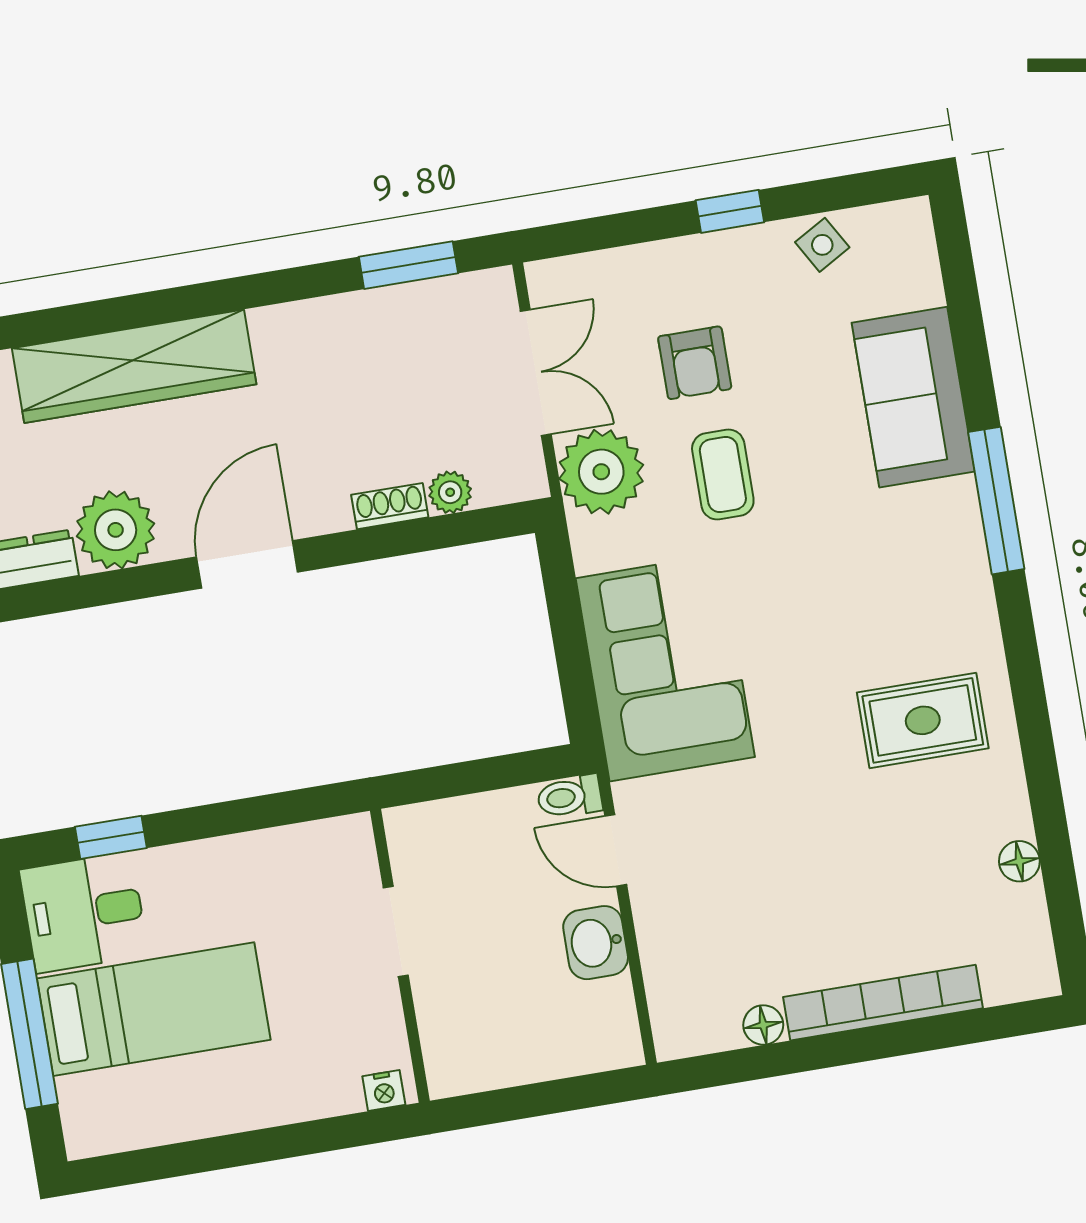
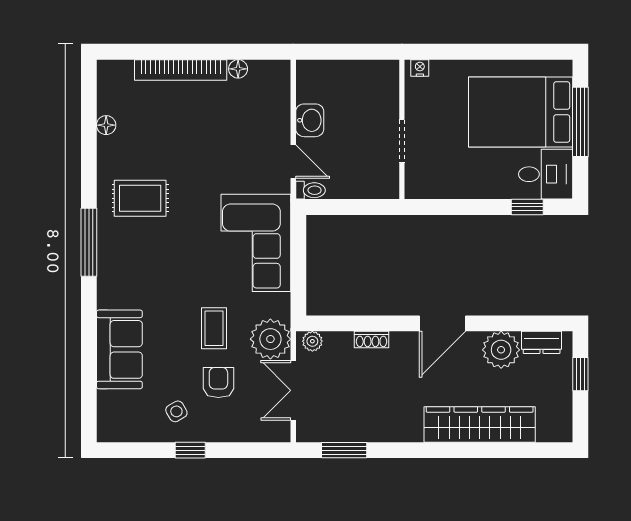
side table: (822, 245) -> (176, 411), moved
plant: (450, 492) -> (312, 341), moved
window: (996, 501) -> (89, 242), moved
bed: (154, 1009) -> (521, 112), width x1.50

